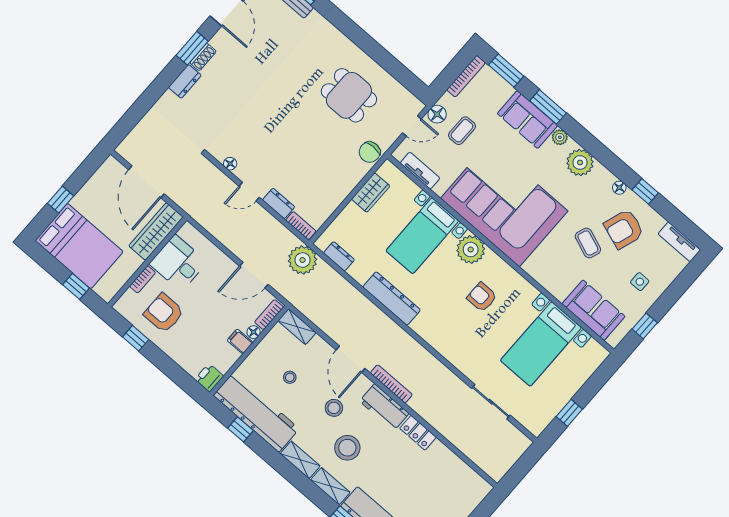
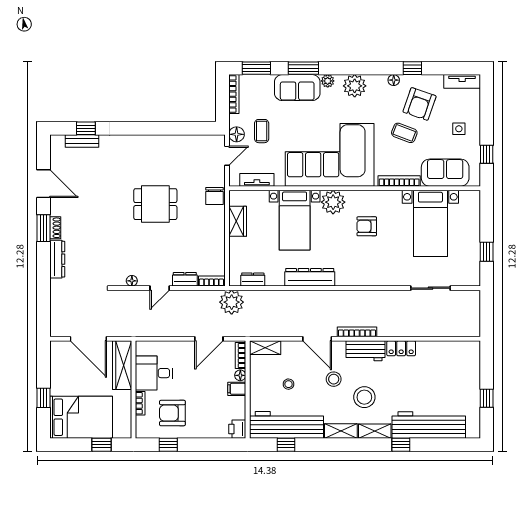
dresser: (185, 81) -> (57, 259), width x1.44
dining table: (349, 95) -> (155, 204), moved
bookcase: (546, 282) -> (399, 181), added

